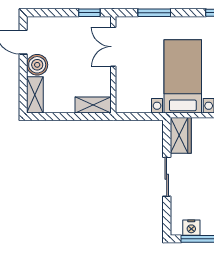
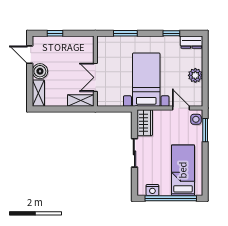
window: (89, 13) -> (55, 33), moved
double door: (113, 47) -> (95, 77), moved

